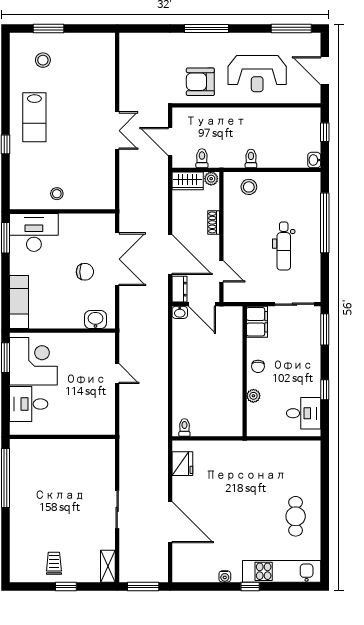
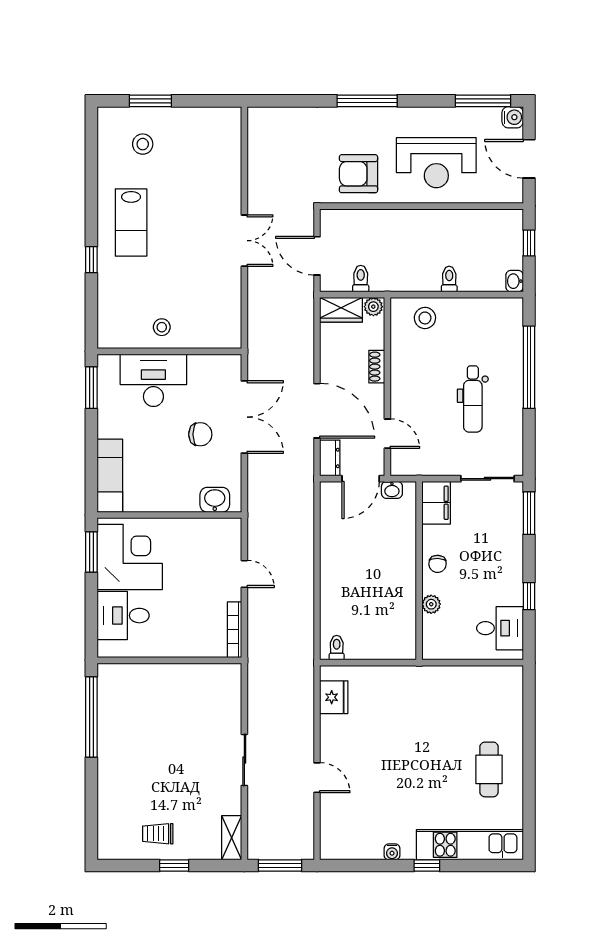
water cooler: (313, 40) -> (513, 117), added
toilet: (251, 159) -> (449, 279), moved
desk: (34, 232) -> (153, 380), moved
door: (202, 304) -> (361, 479), hinge flipped
washbasin: (180, 312) -> (392, 490), moved
bookcase: (110, 414) -> (234, 630), added
door: (170, 522) -> (317, 778), width x0.53
trolley: (54, 563) -> (158, 834), turned -90

